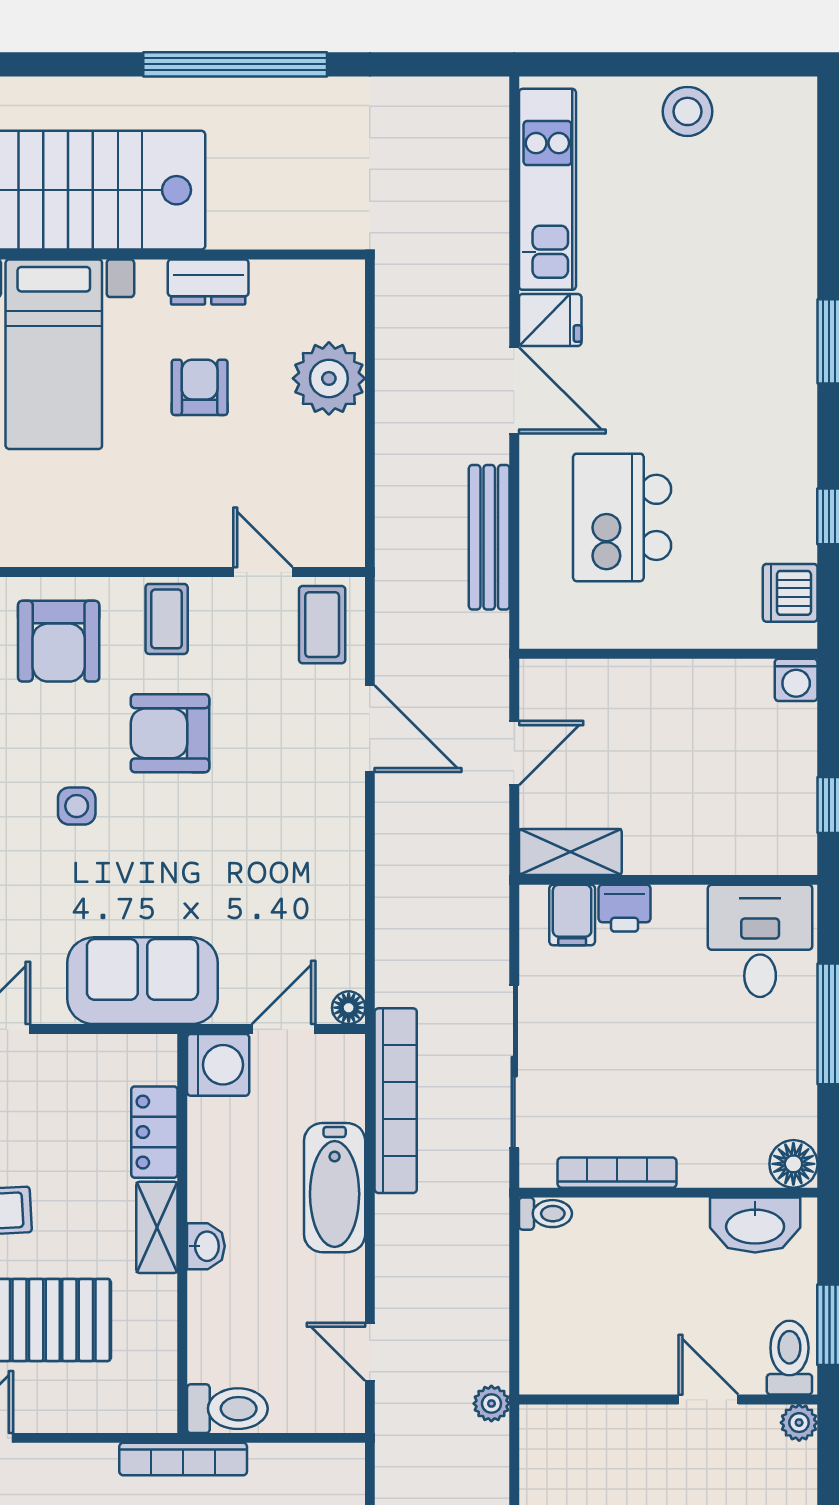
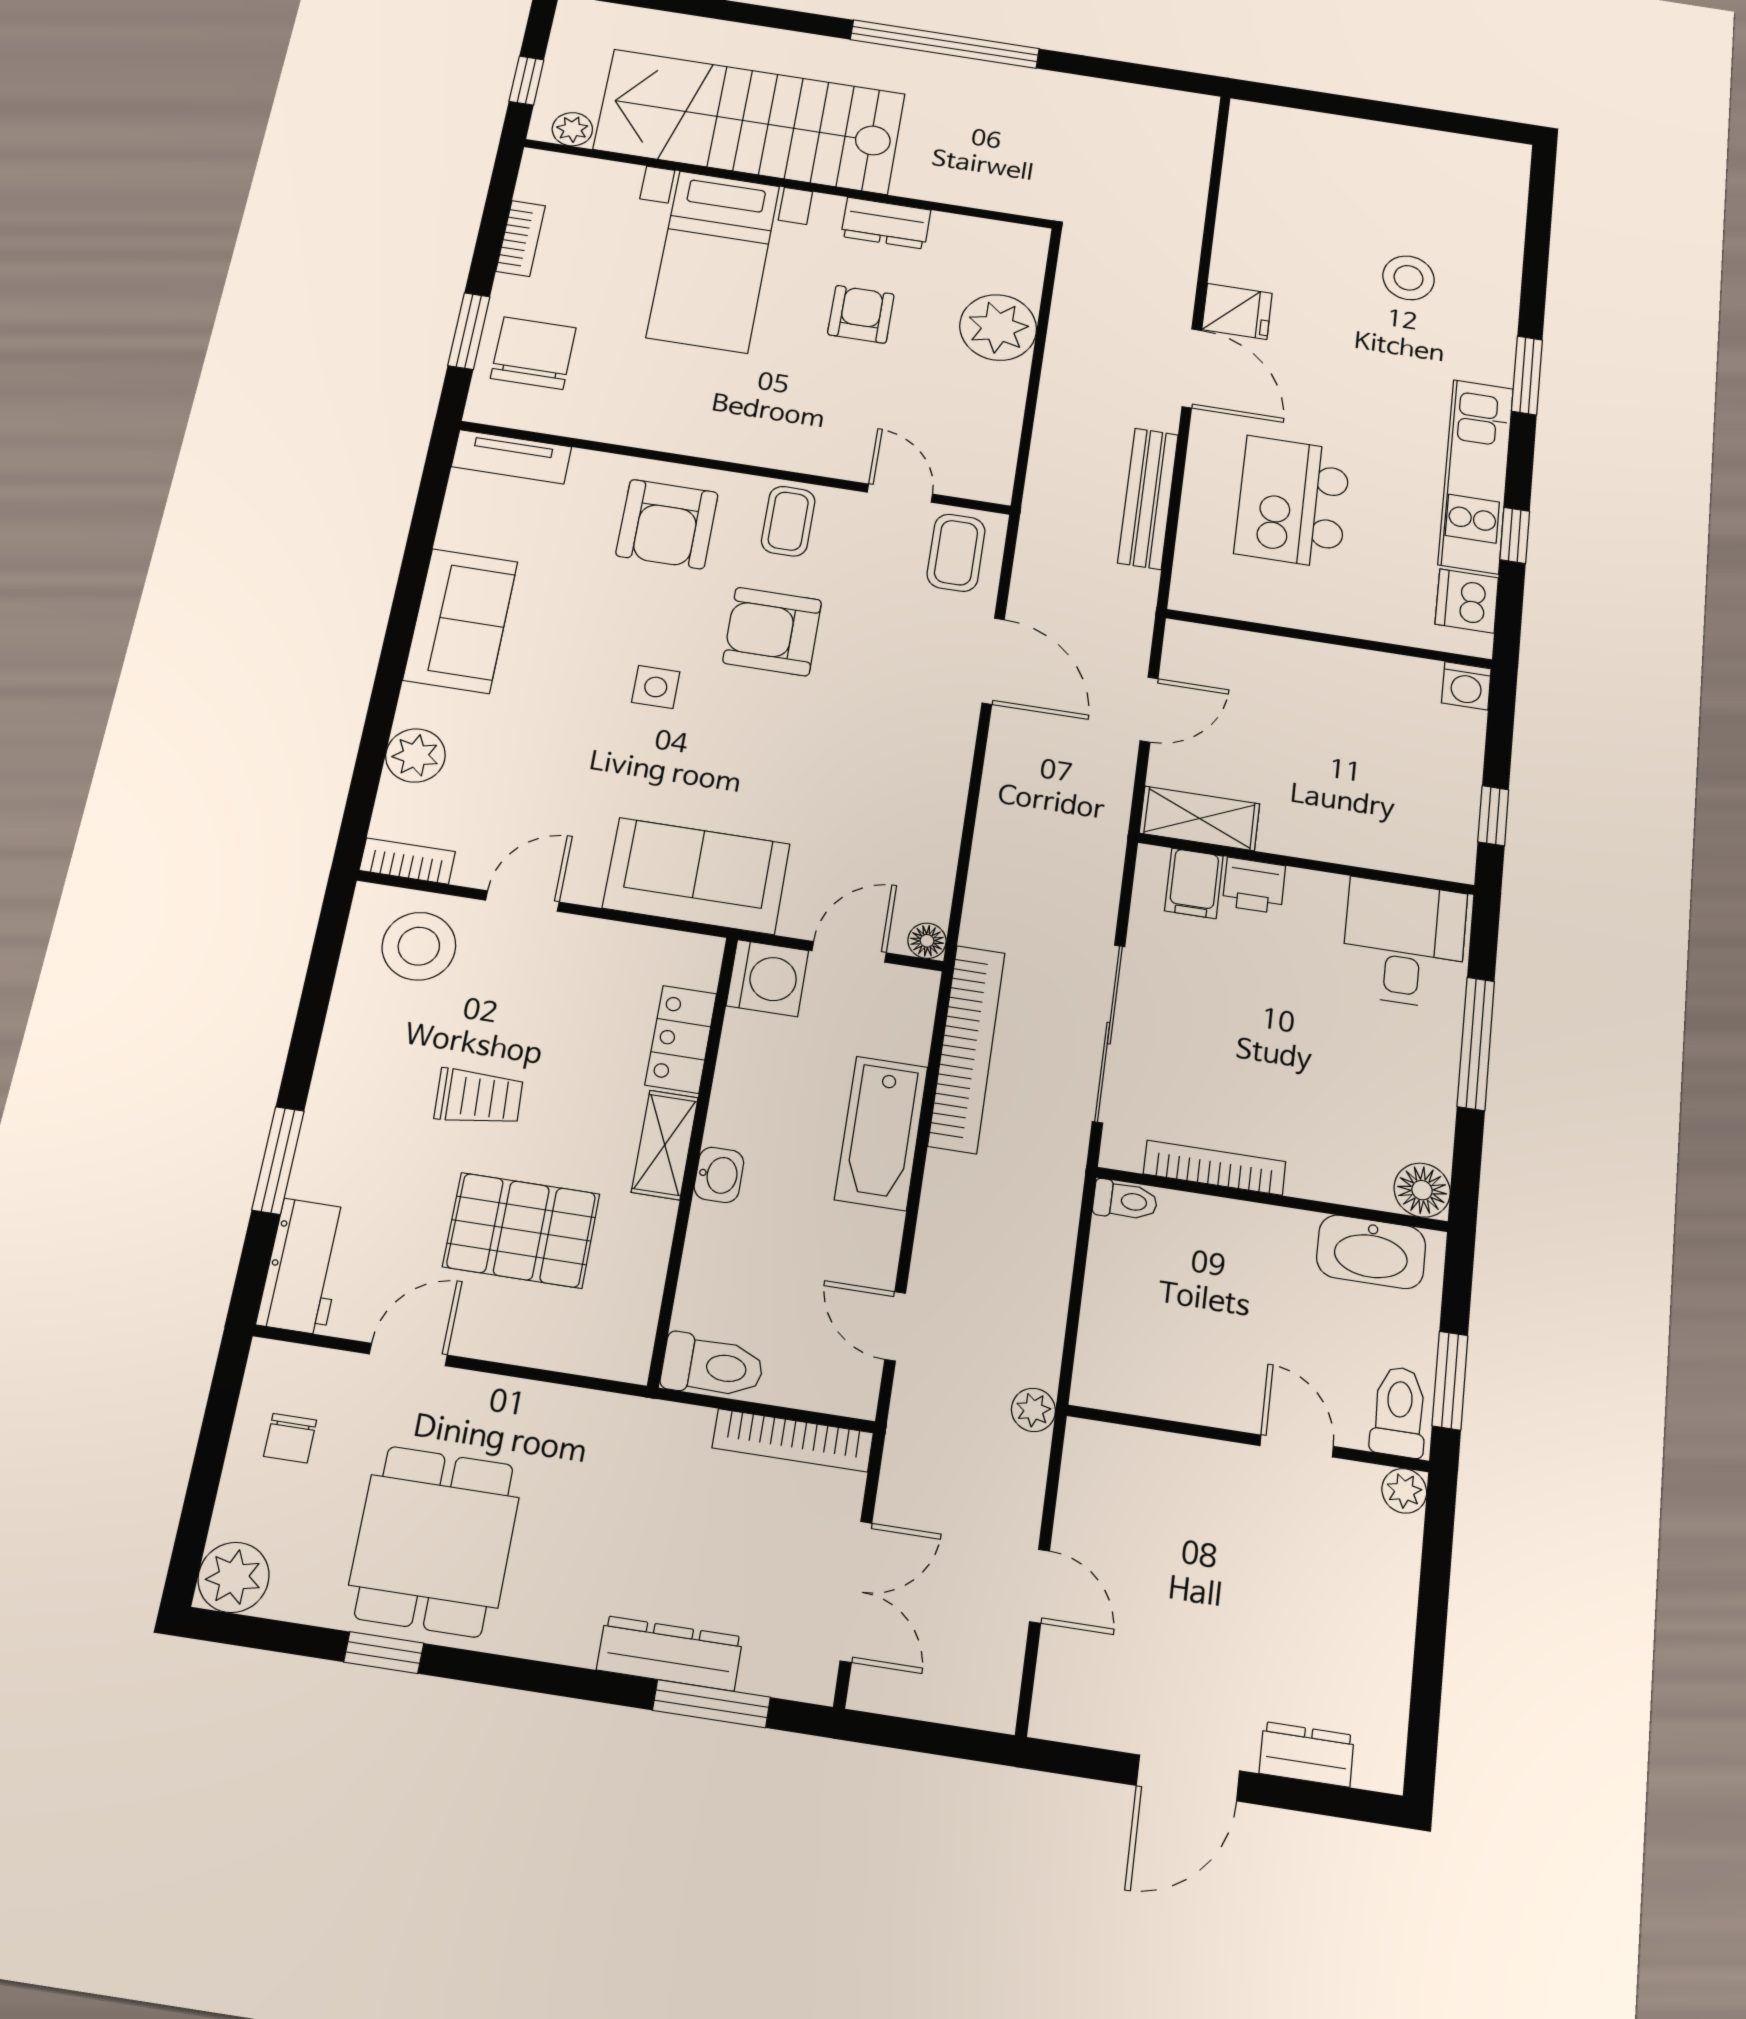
stool: (687, 111) -> (1409, 278), moved
kitchen unit: (547, 189) -> (1476, 476), moved, turned 180
bookcase: (183, 1459) -> (793, 1440), moved

